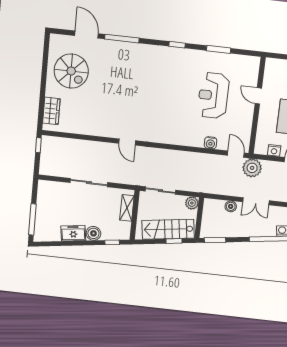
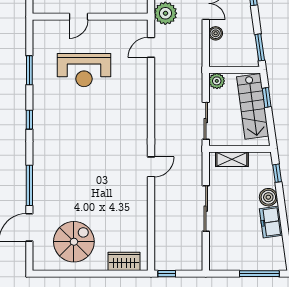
water cooler: (211, 143) -> (141, 67), removed
door: (236, 154) -> (151, 47), moved

